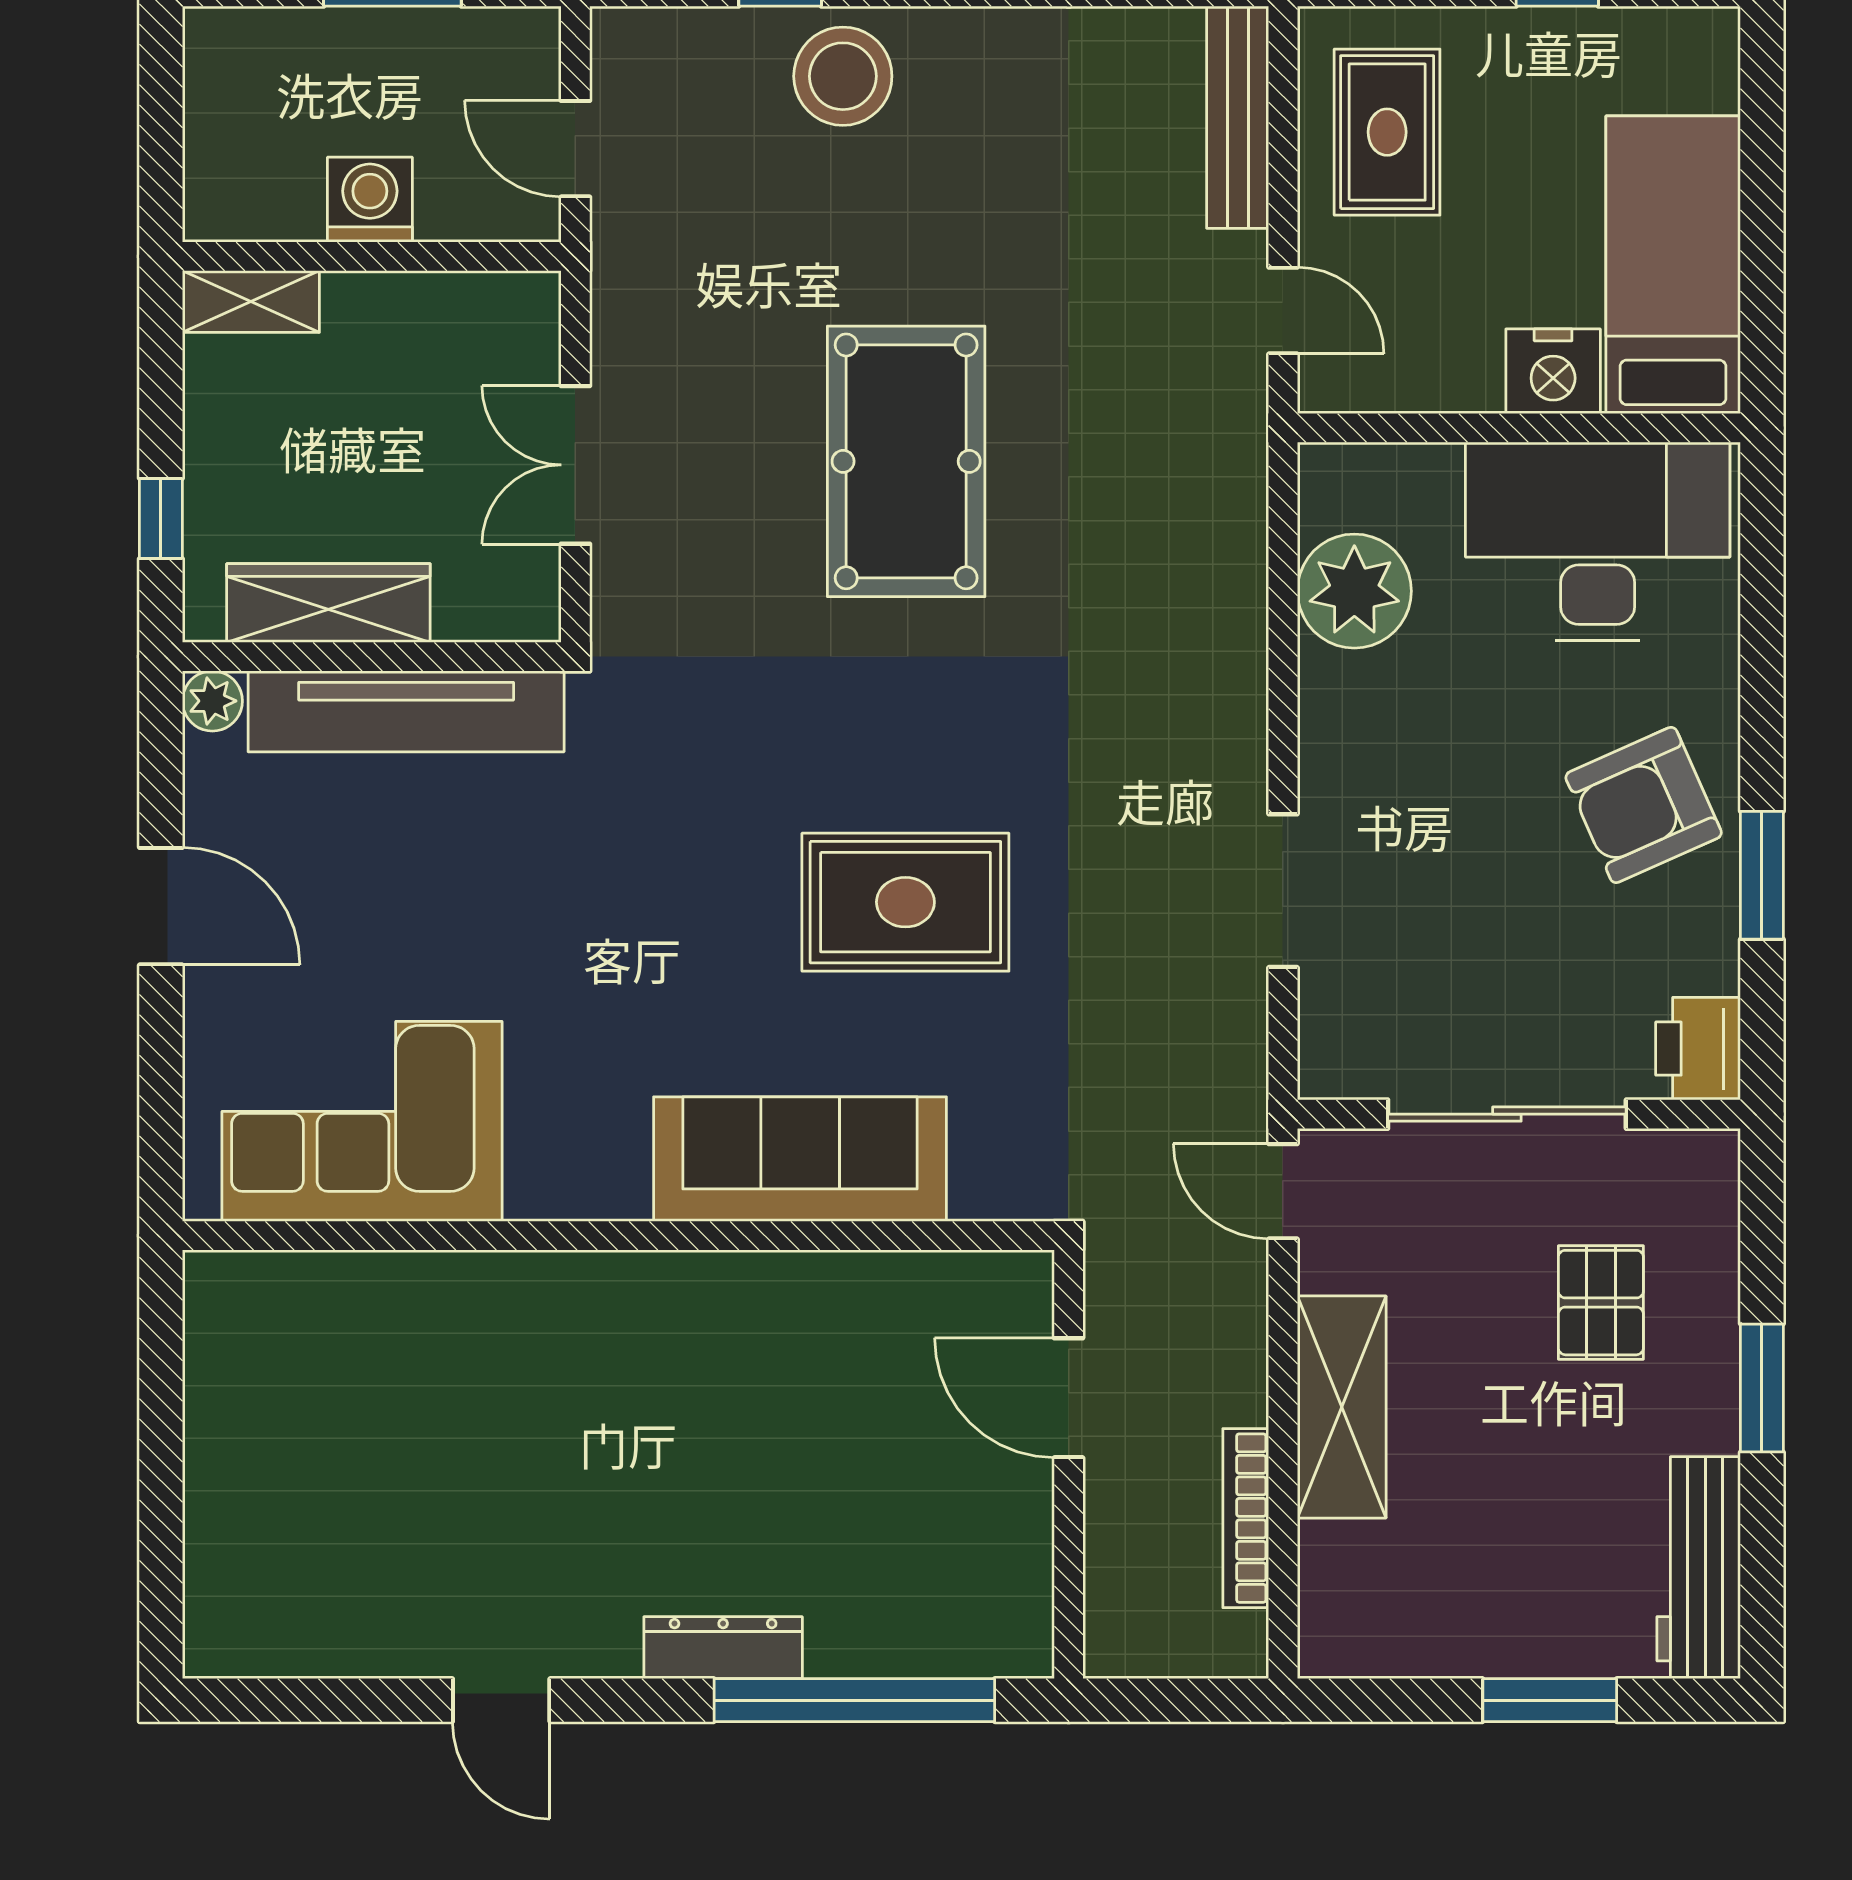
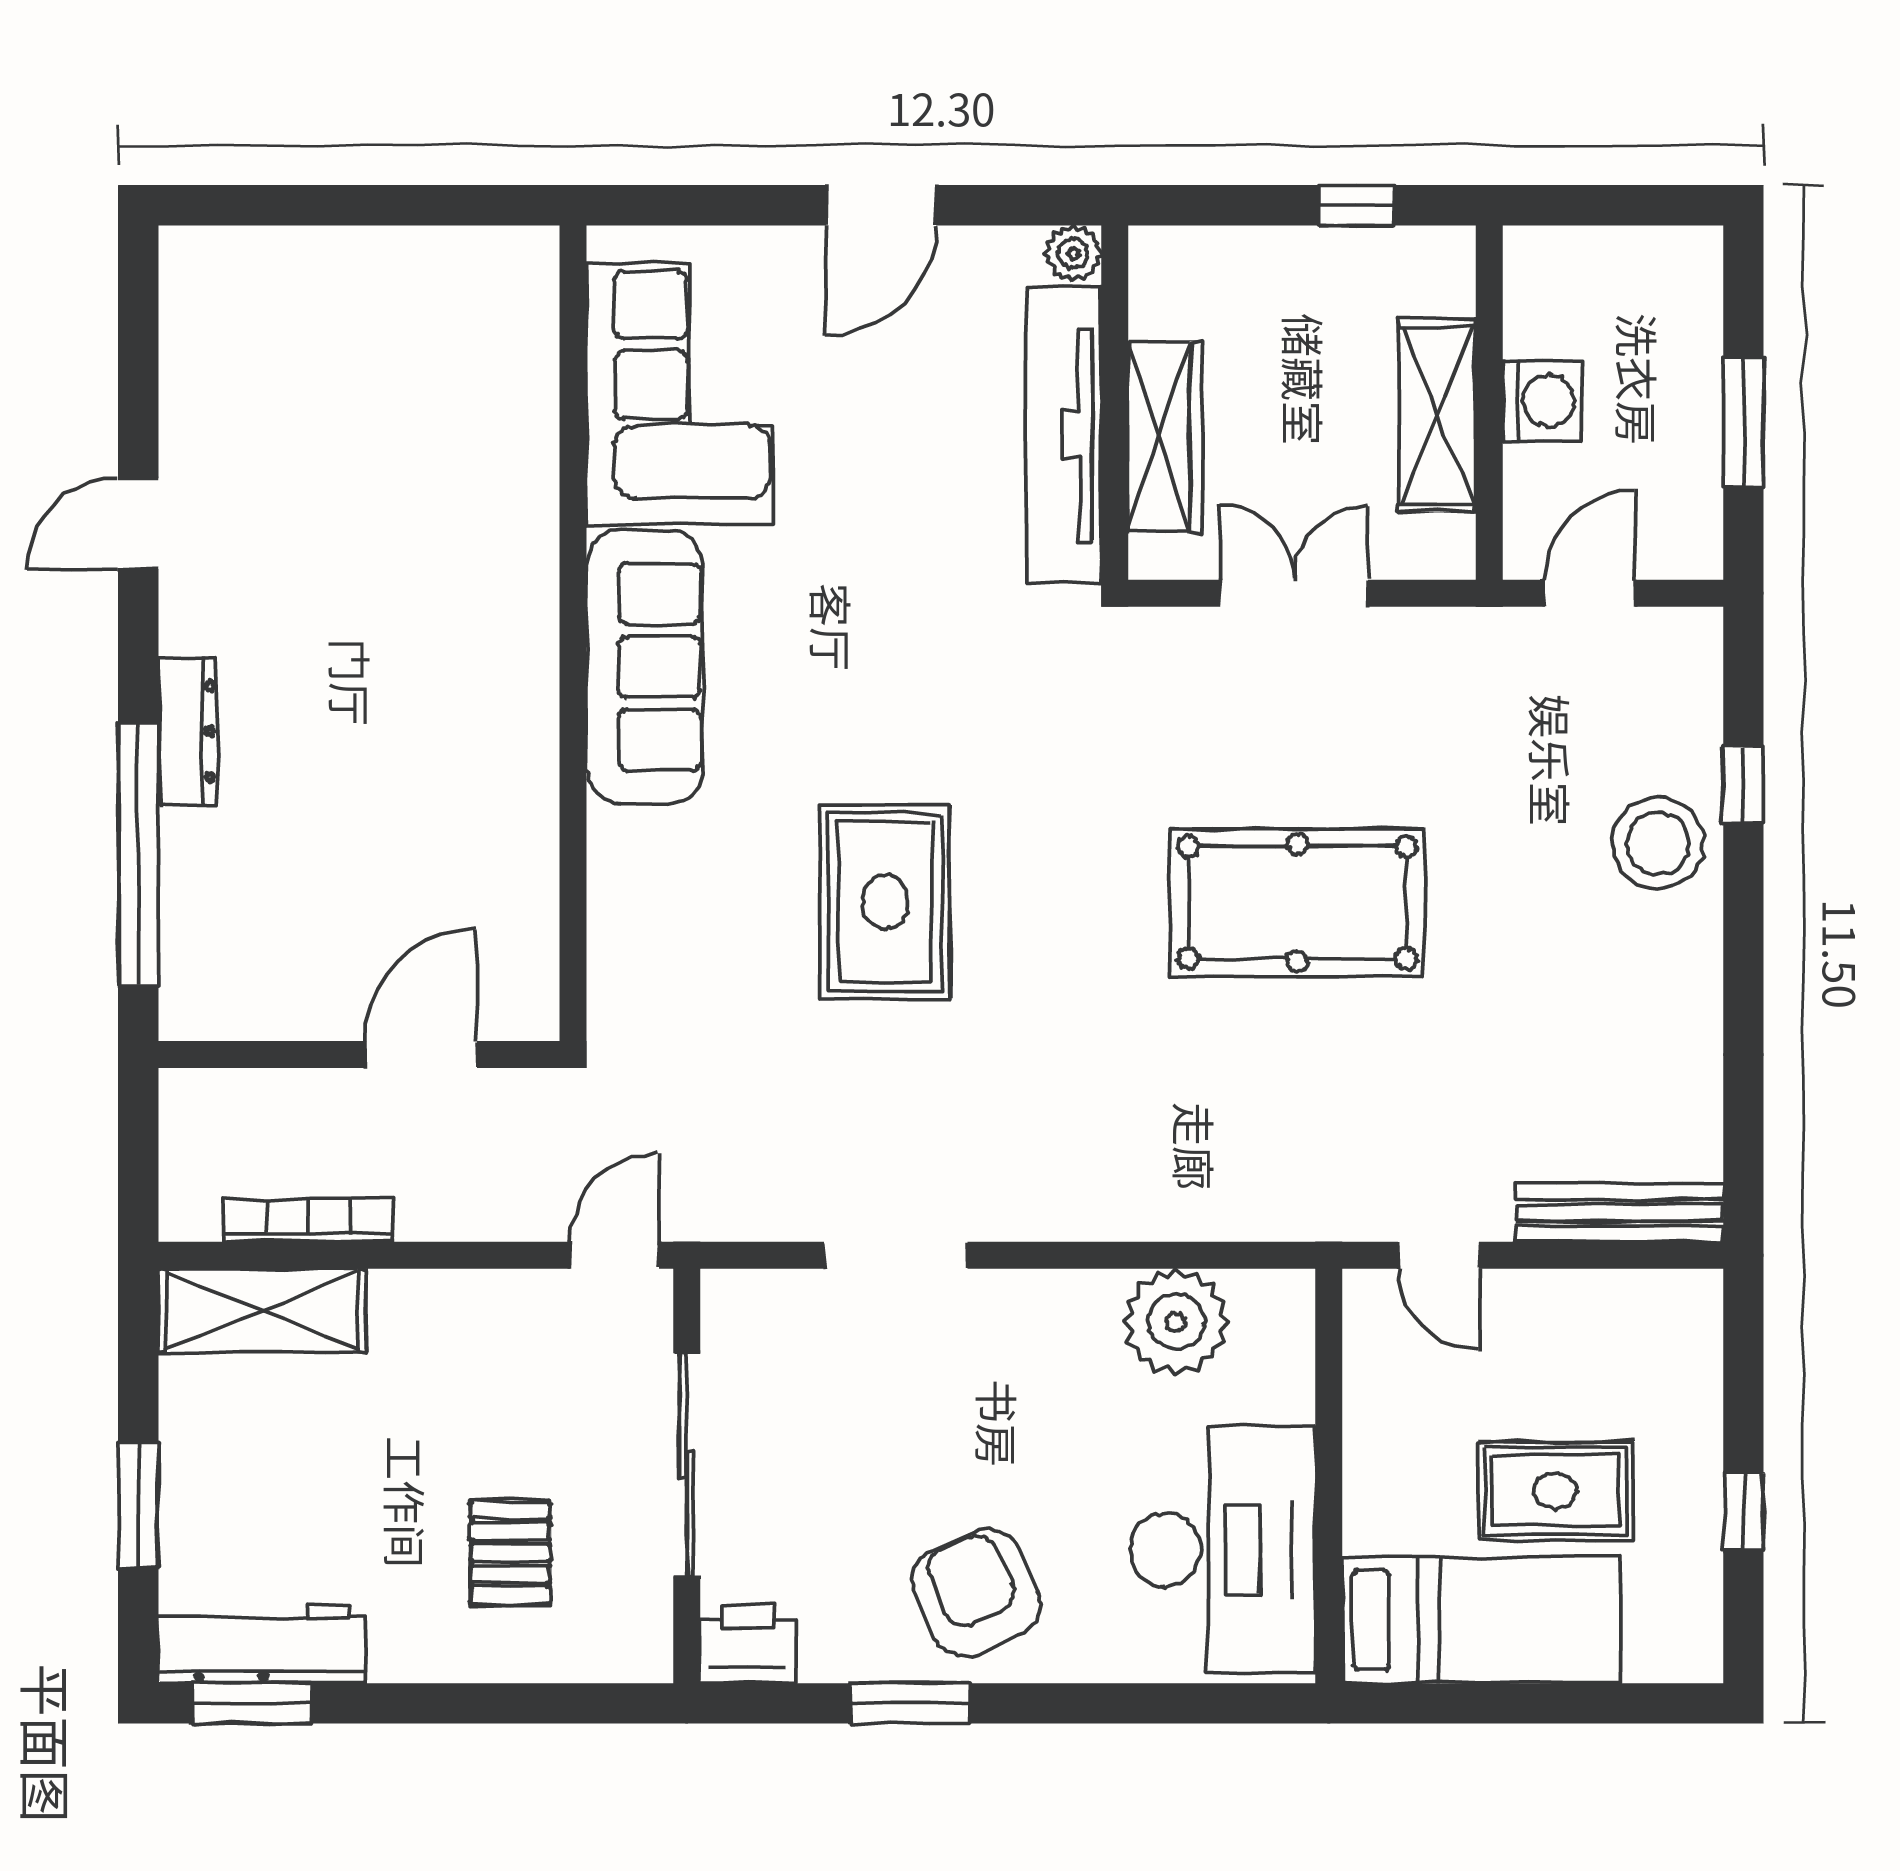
rug: (1387, 132) -> (1555, 1491), moved
shelving: (251, 302) -> (1437, 415), moved, width x1.50, depth x1.33
door: (1283, 311) -> (1439, 1255), hinge flipped
nightstand: (1553, 371) -> (1382, 1508), removed
window: (161, 518) -> (1356, 205), moved
wardrobe: (328, 603) -> (1165, 436), moved
sofa: (800, 1159) -> (645, 667), moved
pallet: (1601, 1303) -> (510, 1553), turned 90
window: (1762, 1388) -> (252, 1703), moved
shelving: (1342, 1407) -> (262, 1310), moved

